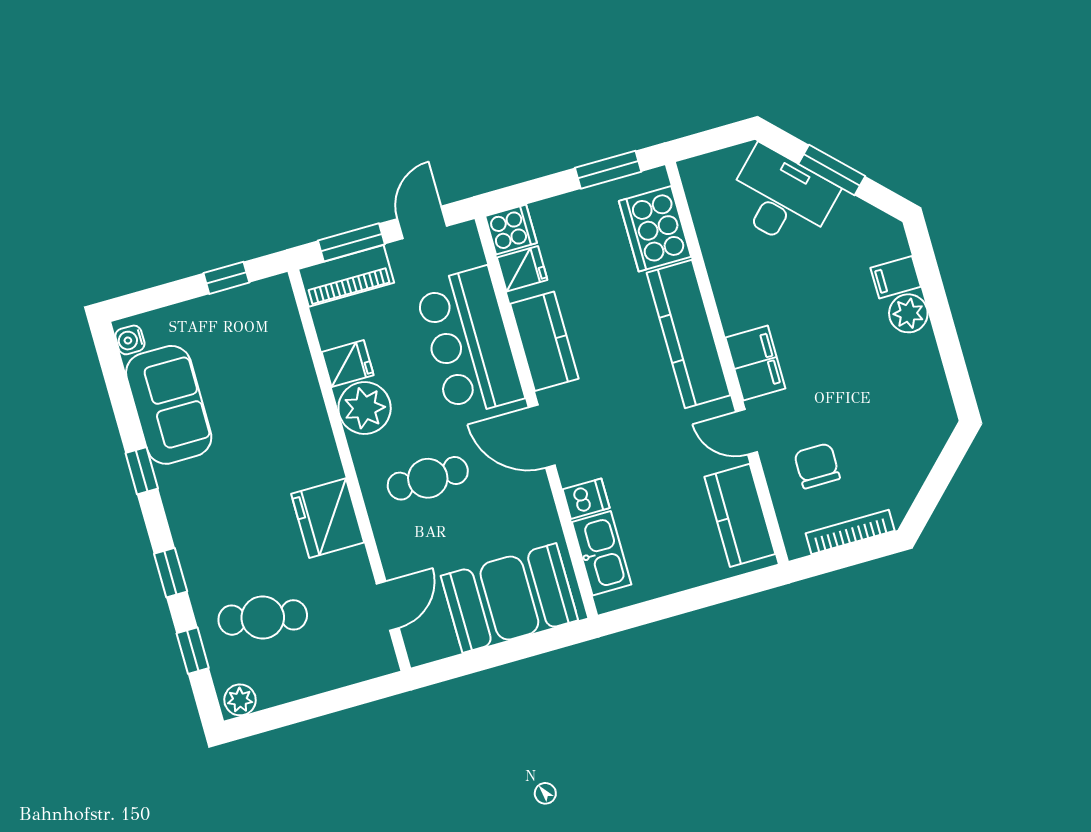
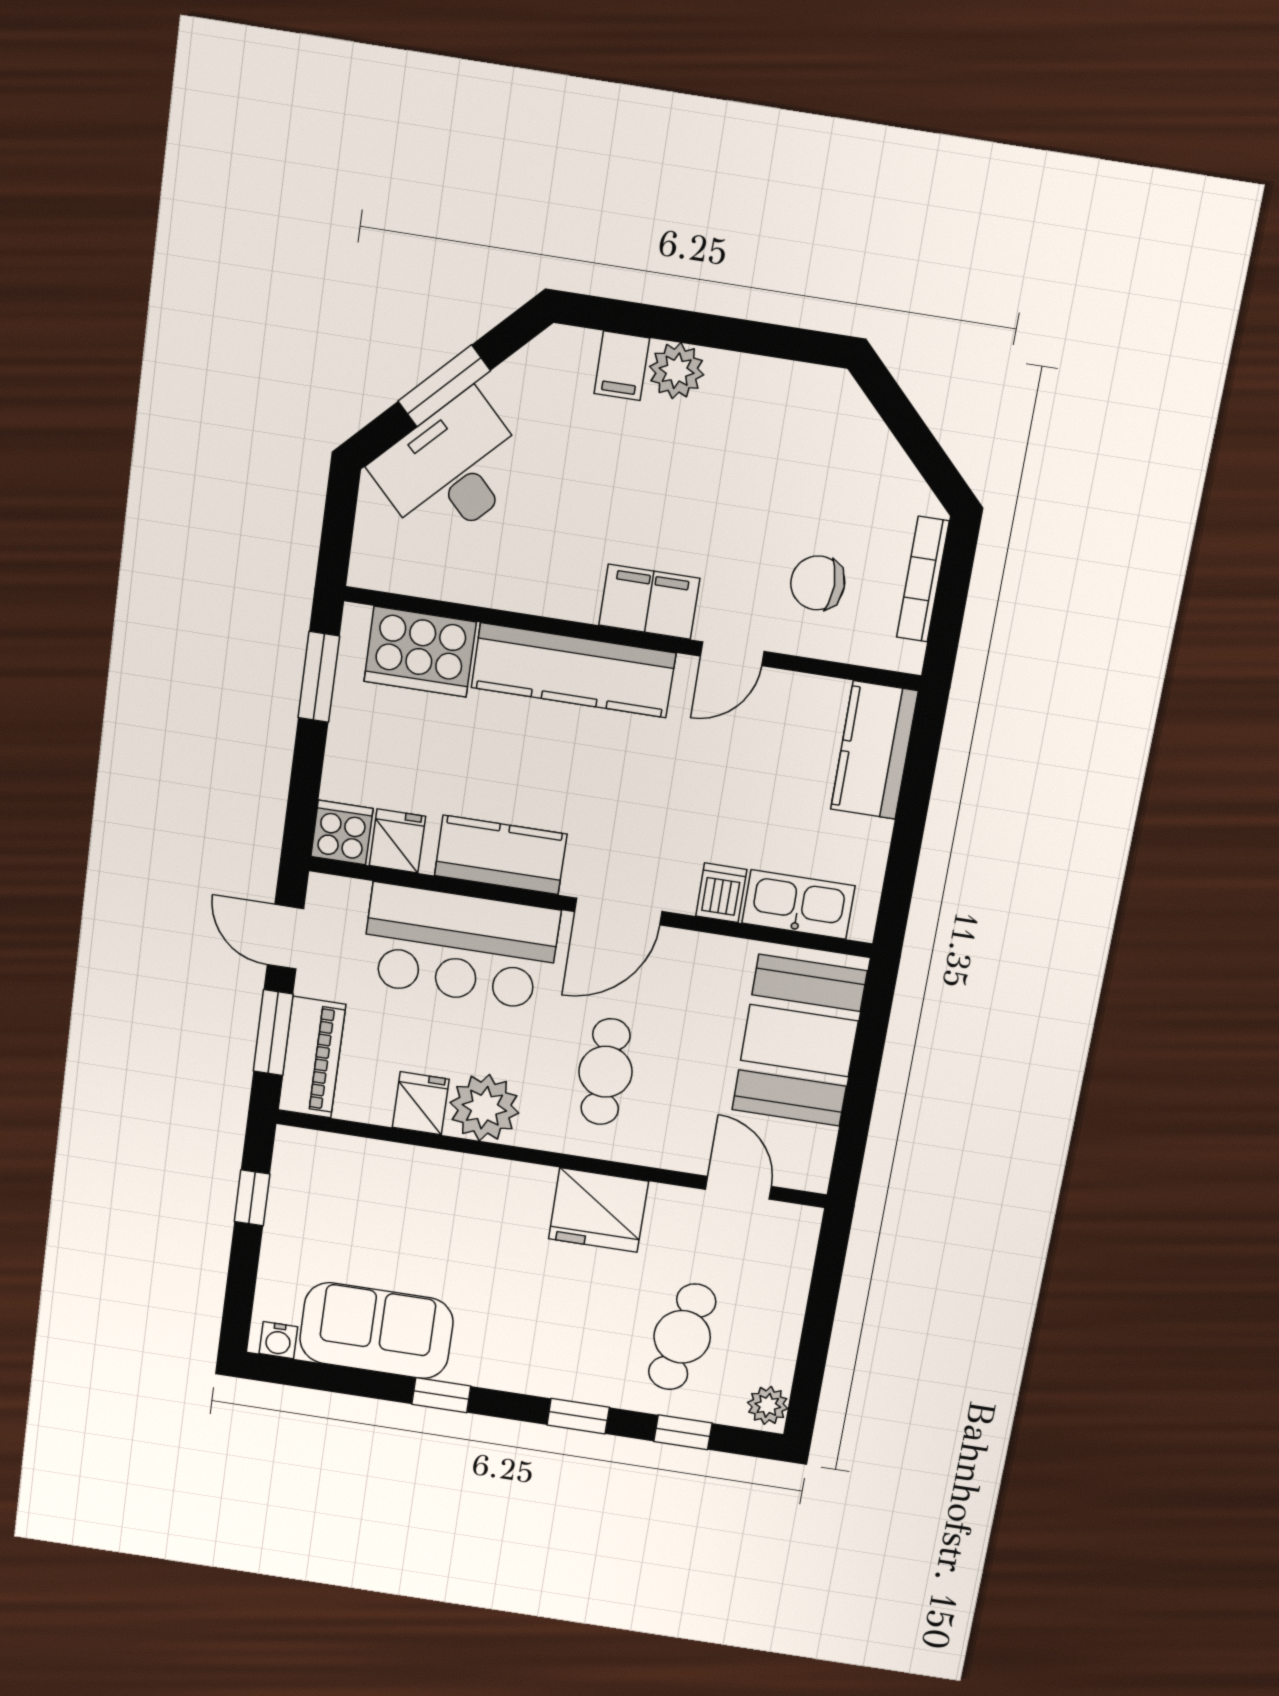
kitchen counter: (740, 515) -> (874, 750), moved, turned 90

